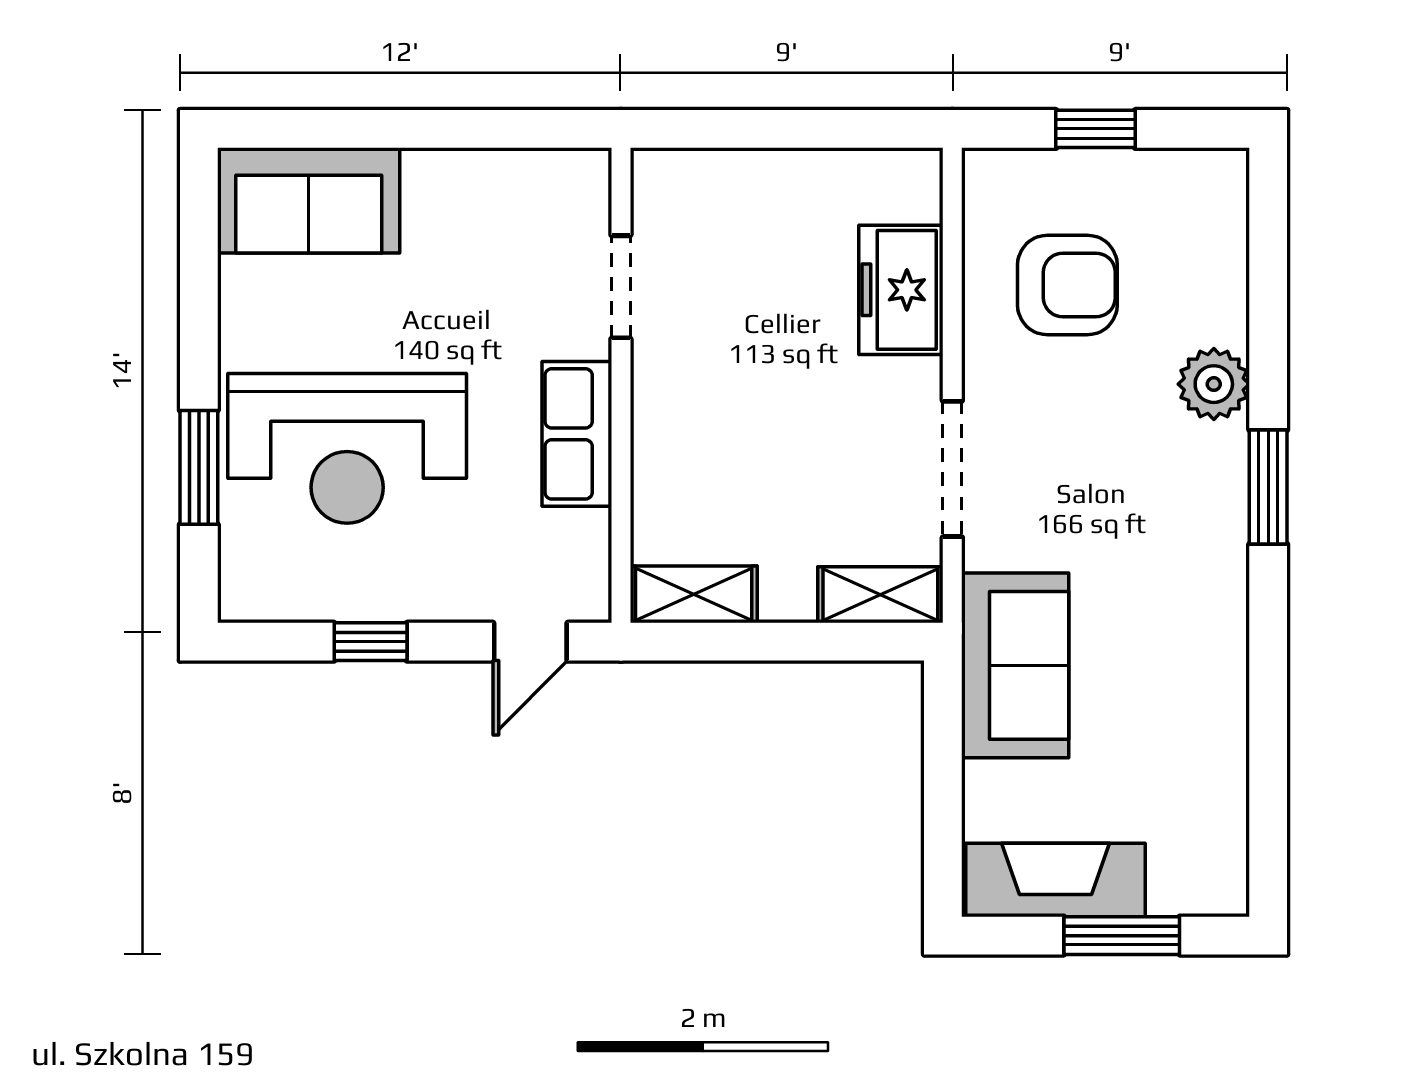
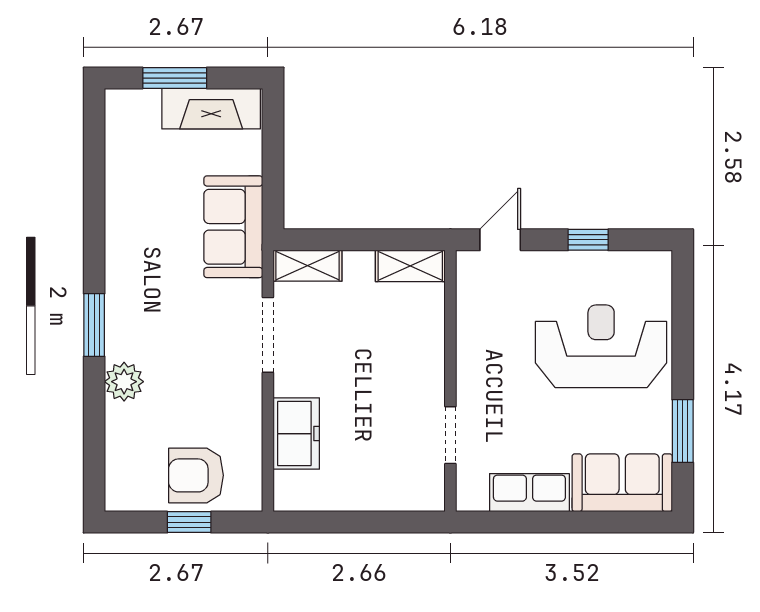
armchair: (1067, 285) -> (196, 475), moved
row of seats: (577, 434) -> (529, 493), moved, turned -90
window: (199, 467) -> (683, 431), moved

